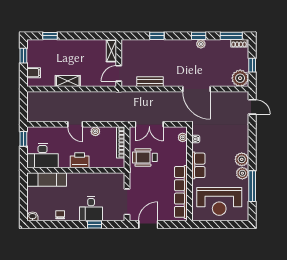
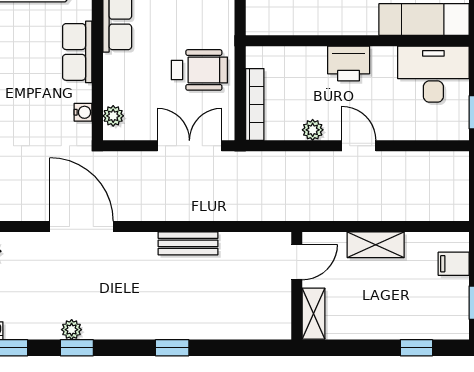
shelving: (111, 51) -> (314, 314), moved
wall: (119, 63) -> (297, 286), moved
door: (119, 73) -> (297, 262), moved

